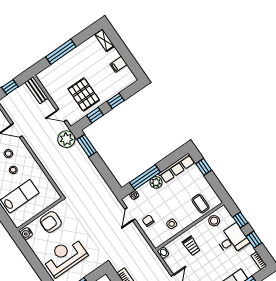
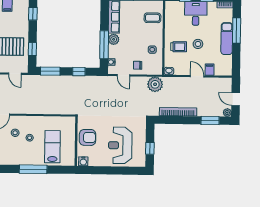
window: (116, 101) -> (33, 14), moved
door: (61, 115) -> (15, 74), hinge flipped
plant: (66, 139) -> (155, 84), moved
window: (105, 172) -> (79, 72), added
stool: (214, 221) -> (198, 44), moved
armchair: (51, 222) -> (88, 137), turned -90

